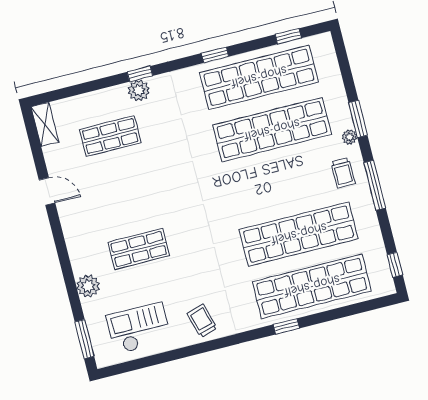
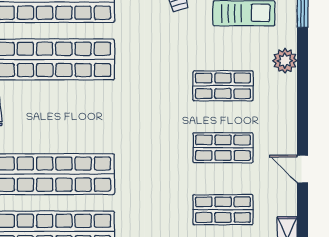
shop shelf: (124, 193) -> (223, 148), added

